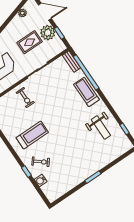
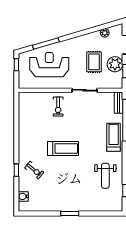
rug: (30, 42) -> (94, 62), turned 90
treadmill: (32, 135) -> (63, 148), moved
water cooler: (41, 180) -> (23, 196), moved

